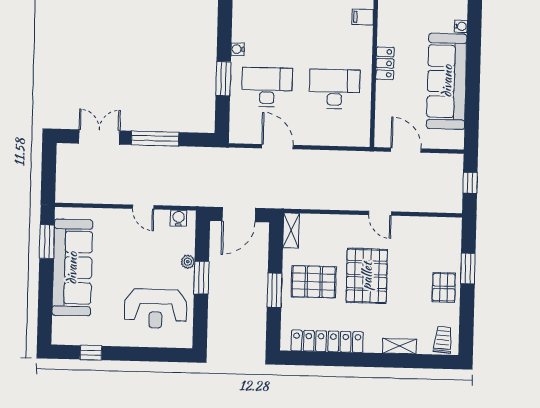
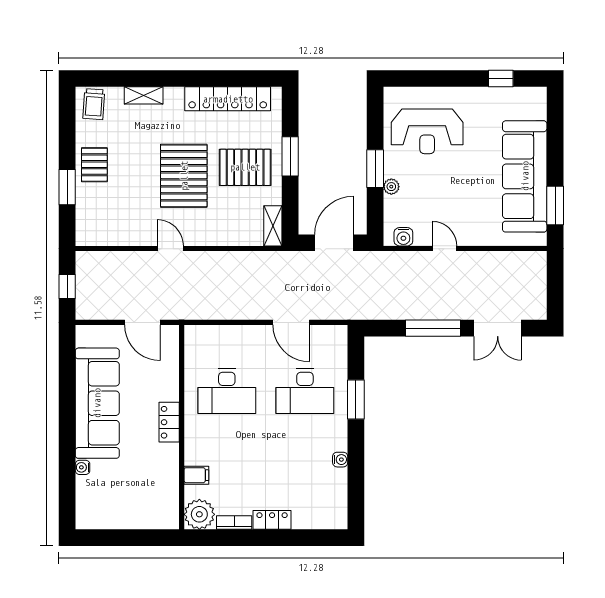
water cooler: (238, 49) -> (340, 460), moved
reception desk: (156, 309) -> (427, 131), turned 180

